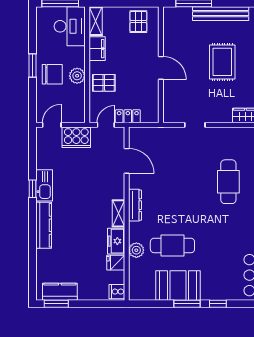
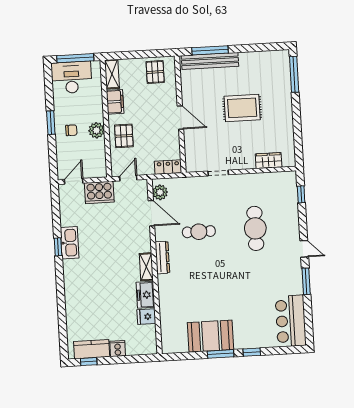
bench: (221, 14) -> (210, 61), moved
desk: (70, 26) -> (71, 77), moved, turned -90
rug: (222, 62) -> (242, 108), turned 90
chair: (52, 74) -> (71, 130), width x0.54, depth x0.54
pallet: (104, 83) -> (124, 136), turned 90
locker: (128, 116) -> (168, 167), moved
kitchen counter: (44, 225) -> (71, 283), removed
cafe table: (172, 245) -> (199, 232), moved, width x0.73, depth x0.74
plant: (136, 250) -> (160, 192), moved
cooker: (117, 292) -> (118, 349), moved, turned 90
window: (56, 304) -> (89, 362), width x0.67

